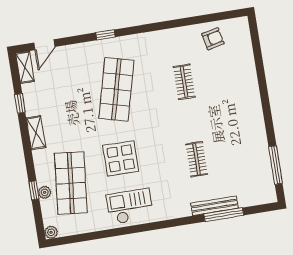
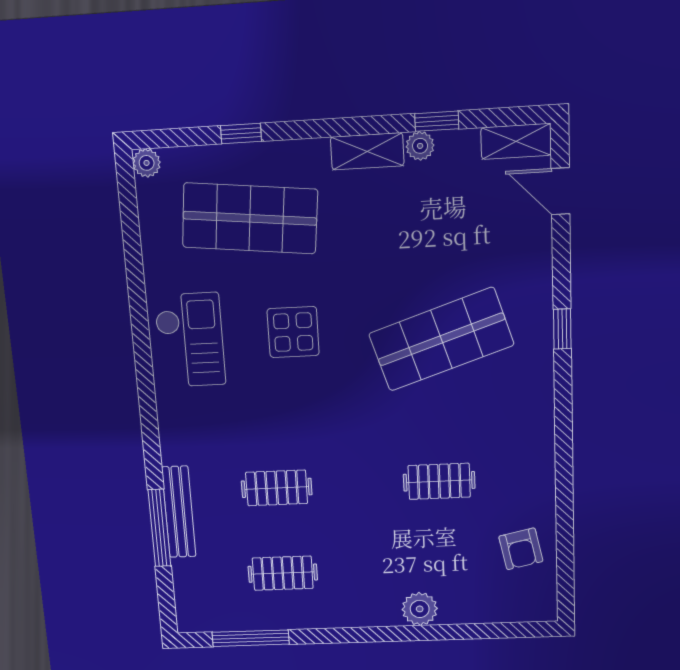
plant: (250, 83) -> (420, 609), added
shop shelf: (116, 89) -> (441, 339), turned -33
clothes rail: (239, 152) -> (283, 573), added
display table: (121, 158) -> (293, 332), width x0.73, depth x0.73
plant: (45, 192) -> (420, 146), moved

